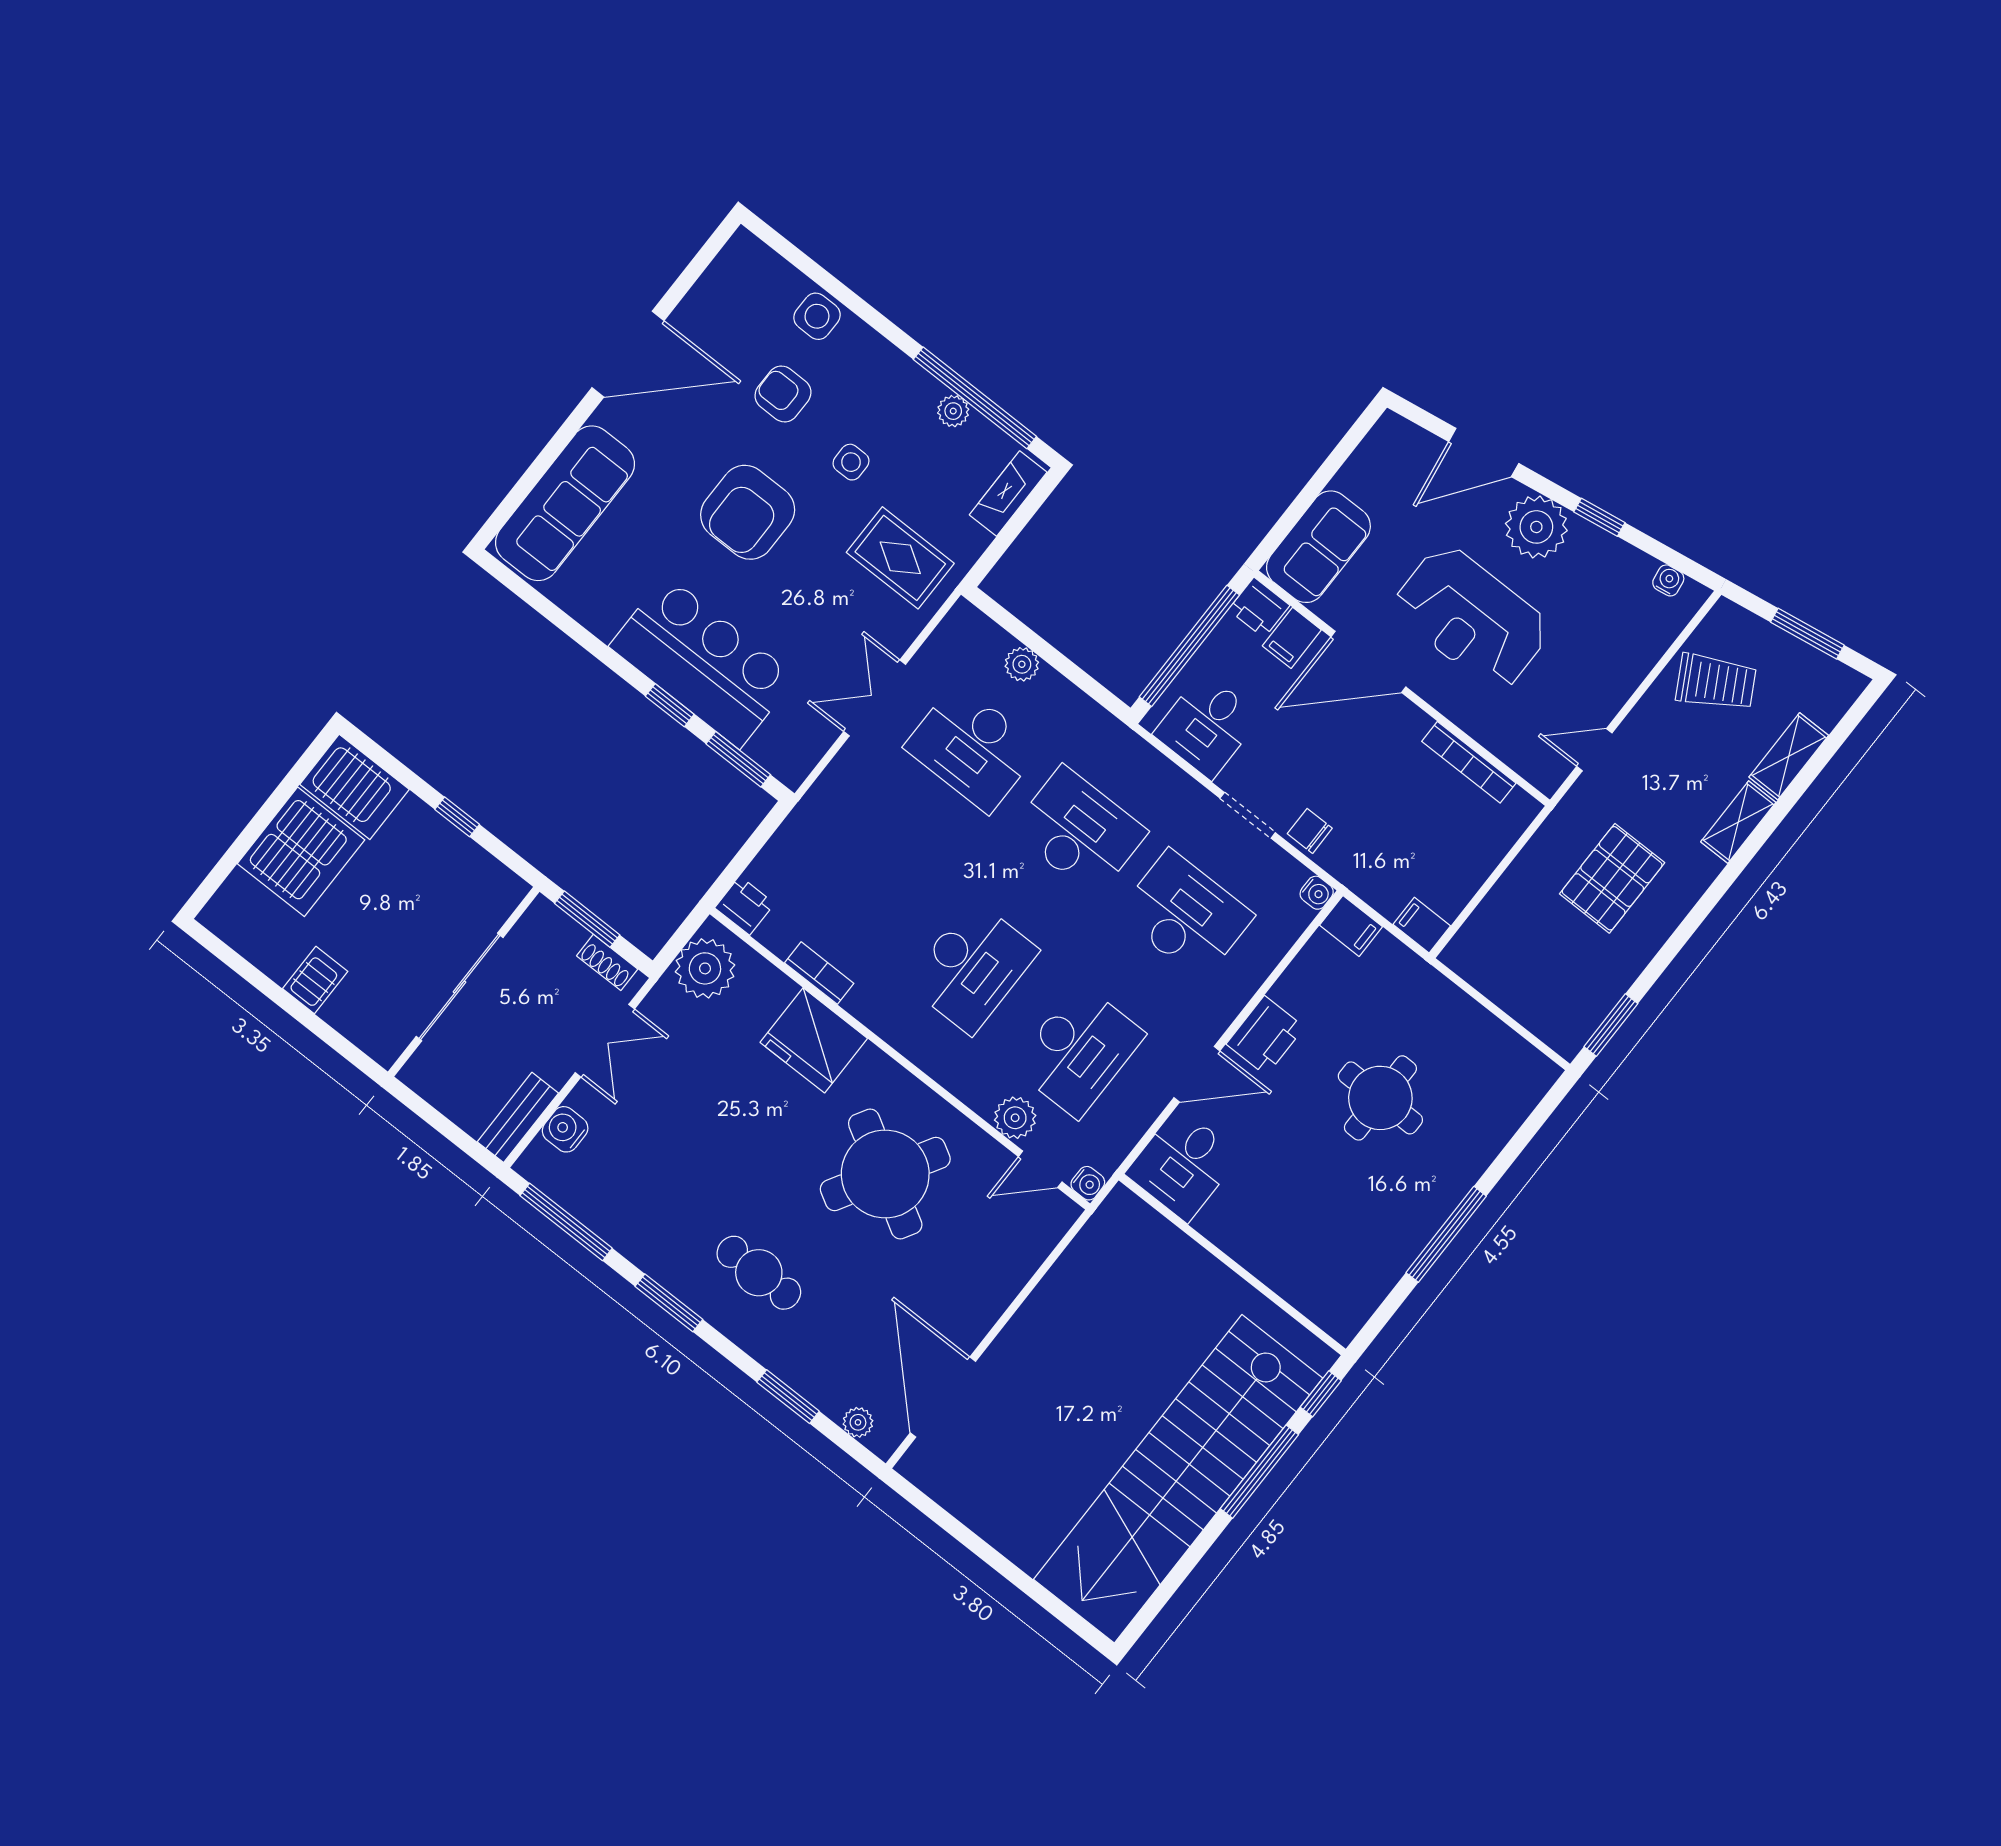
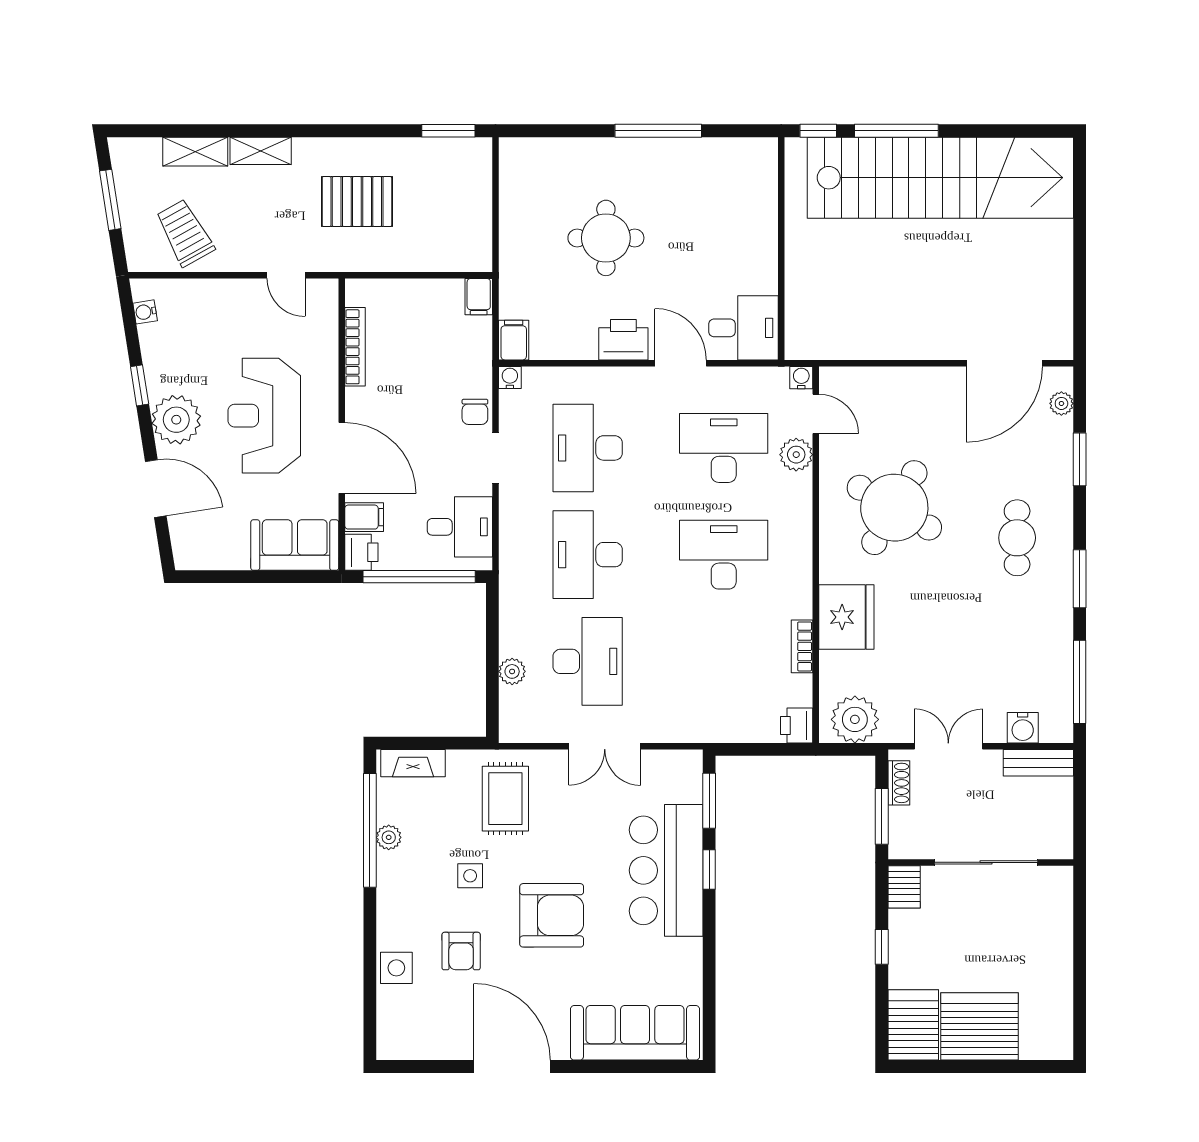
reception desk: (1471, 618) -> (264, 416), turned 180
server rack: (315, 980) -> (904, 887), moved, turned -90

